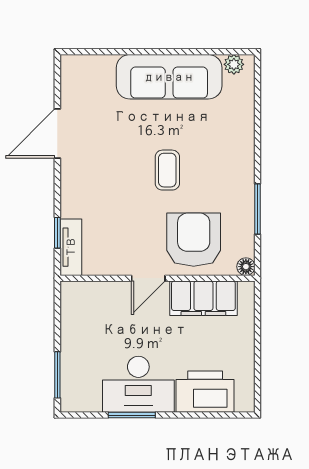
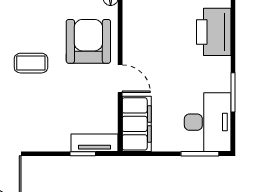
armchair: (194, 240) -> (88, 41), turned 90
filing cabinet: (203, 298) -> (137, 124), moved
desk: (138, 384) -> (208, 122), moved

